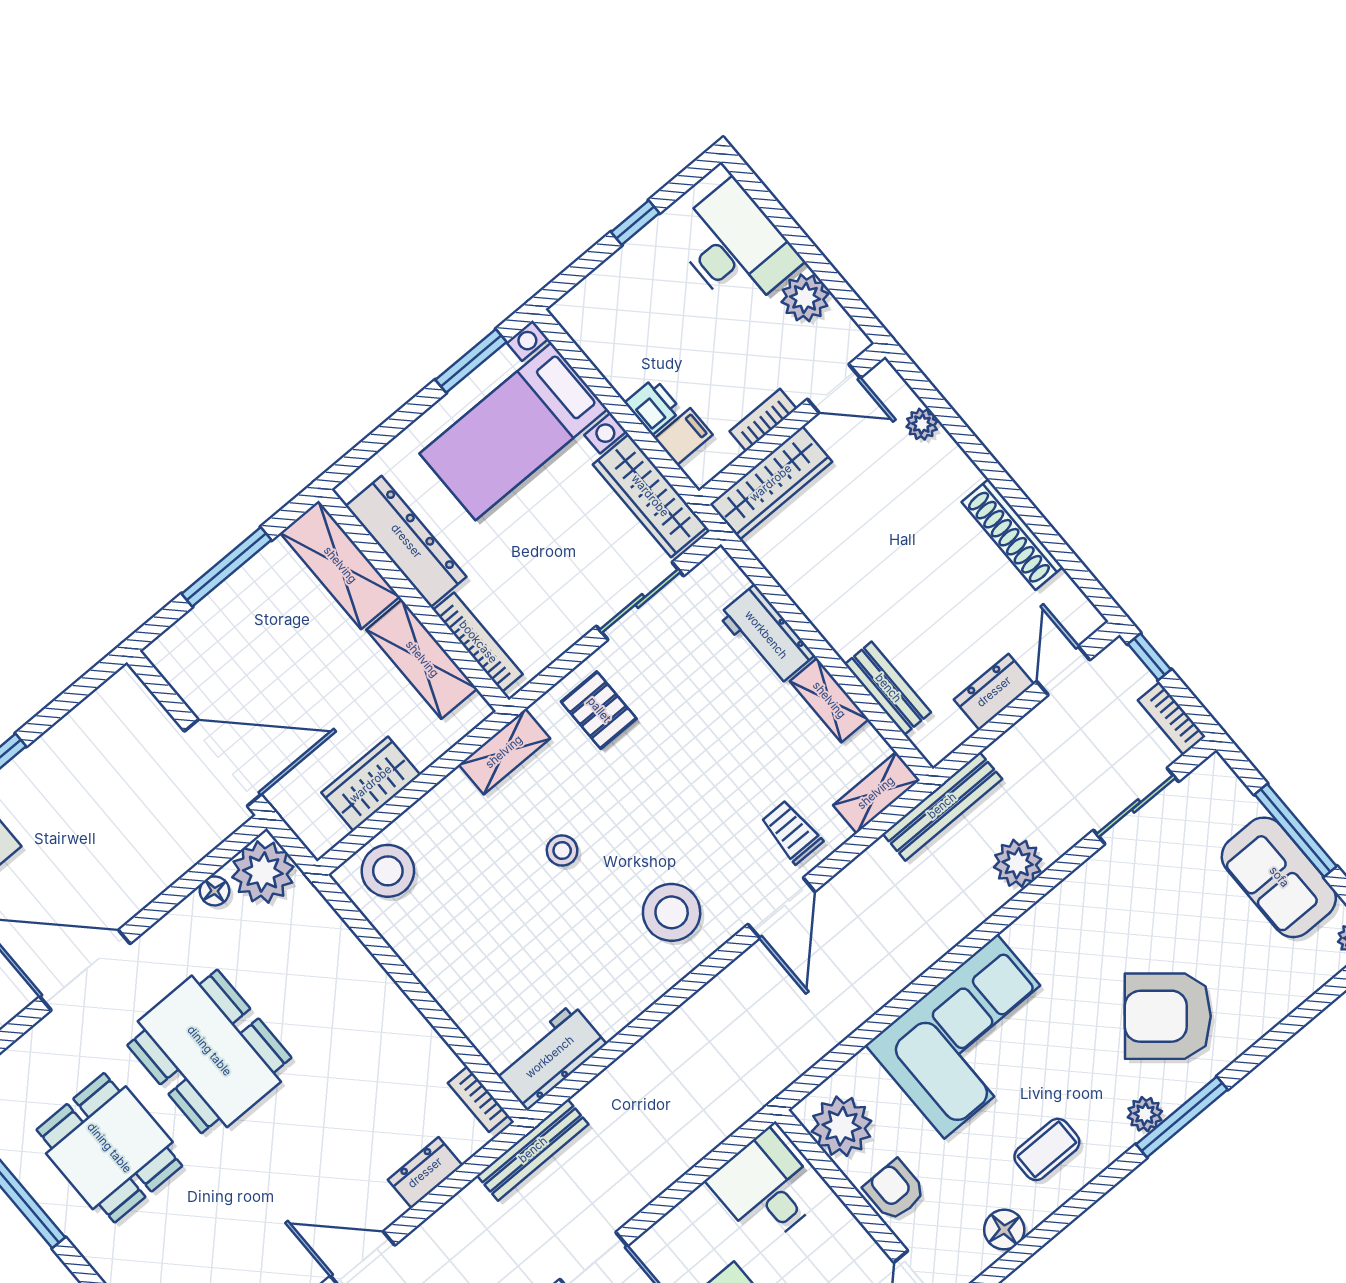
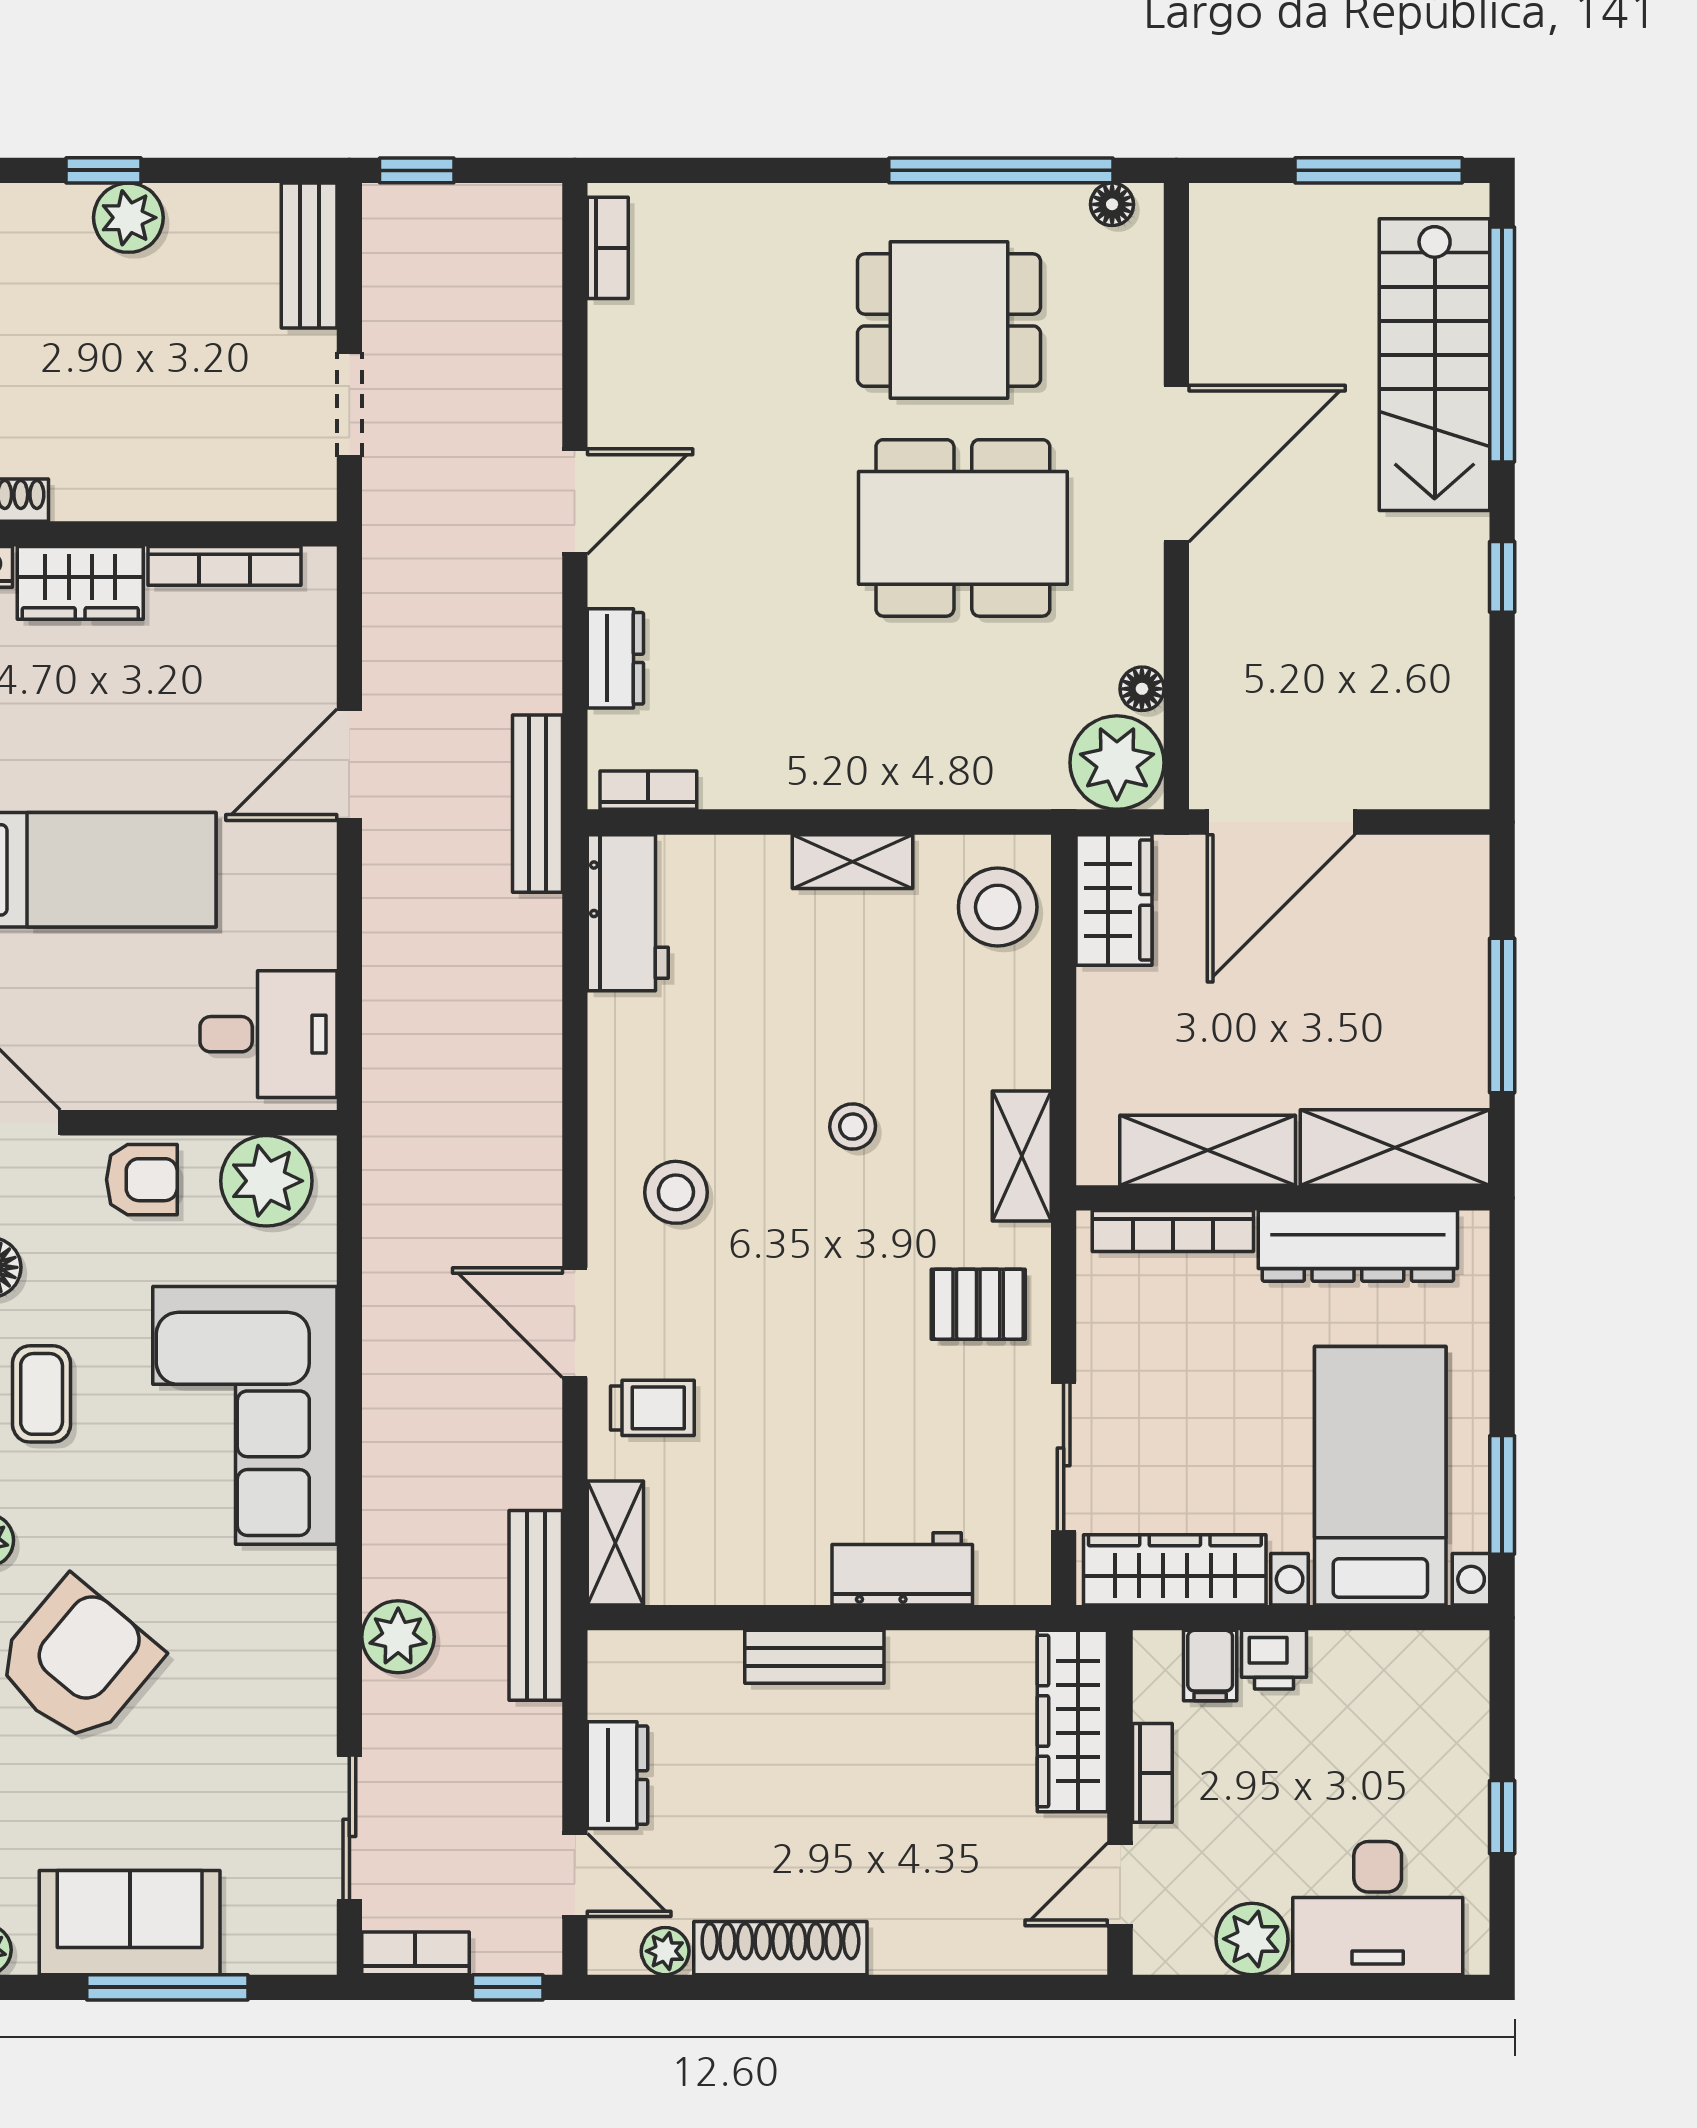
plant: (922, 424) -> (665, 1951), moved
bench: (888, 688) -> (814, 1657), moved
shelving: (829, 700) -> (853, 862), moved
wardrobe: (371, 784) -> (1114, 900), moved
stool: (672, 912) -> (676, 1192), width x0.73, depth x0.73

